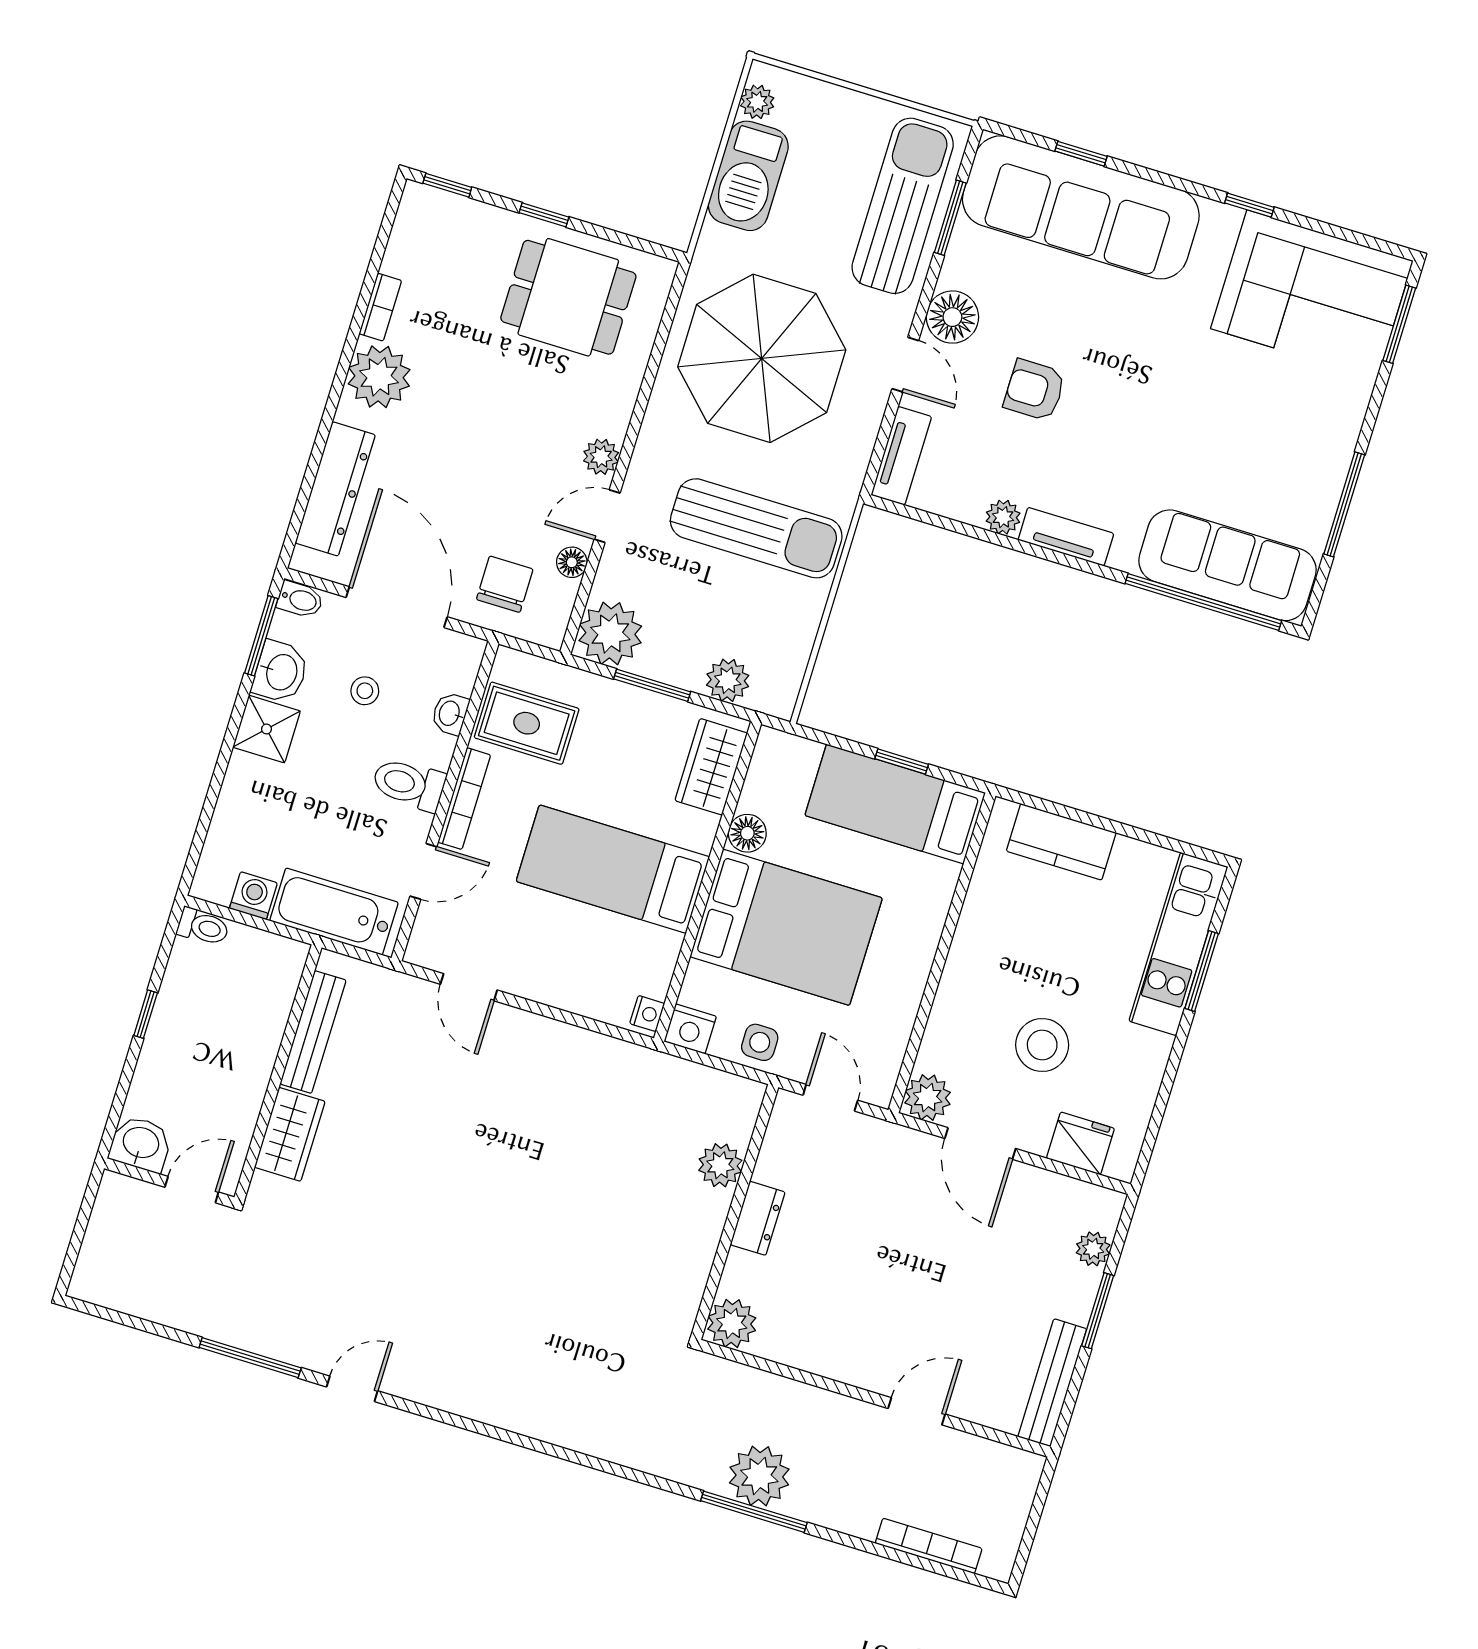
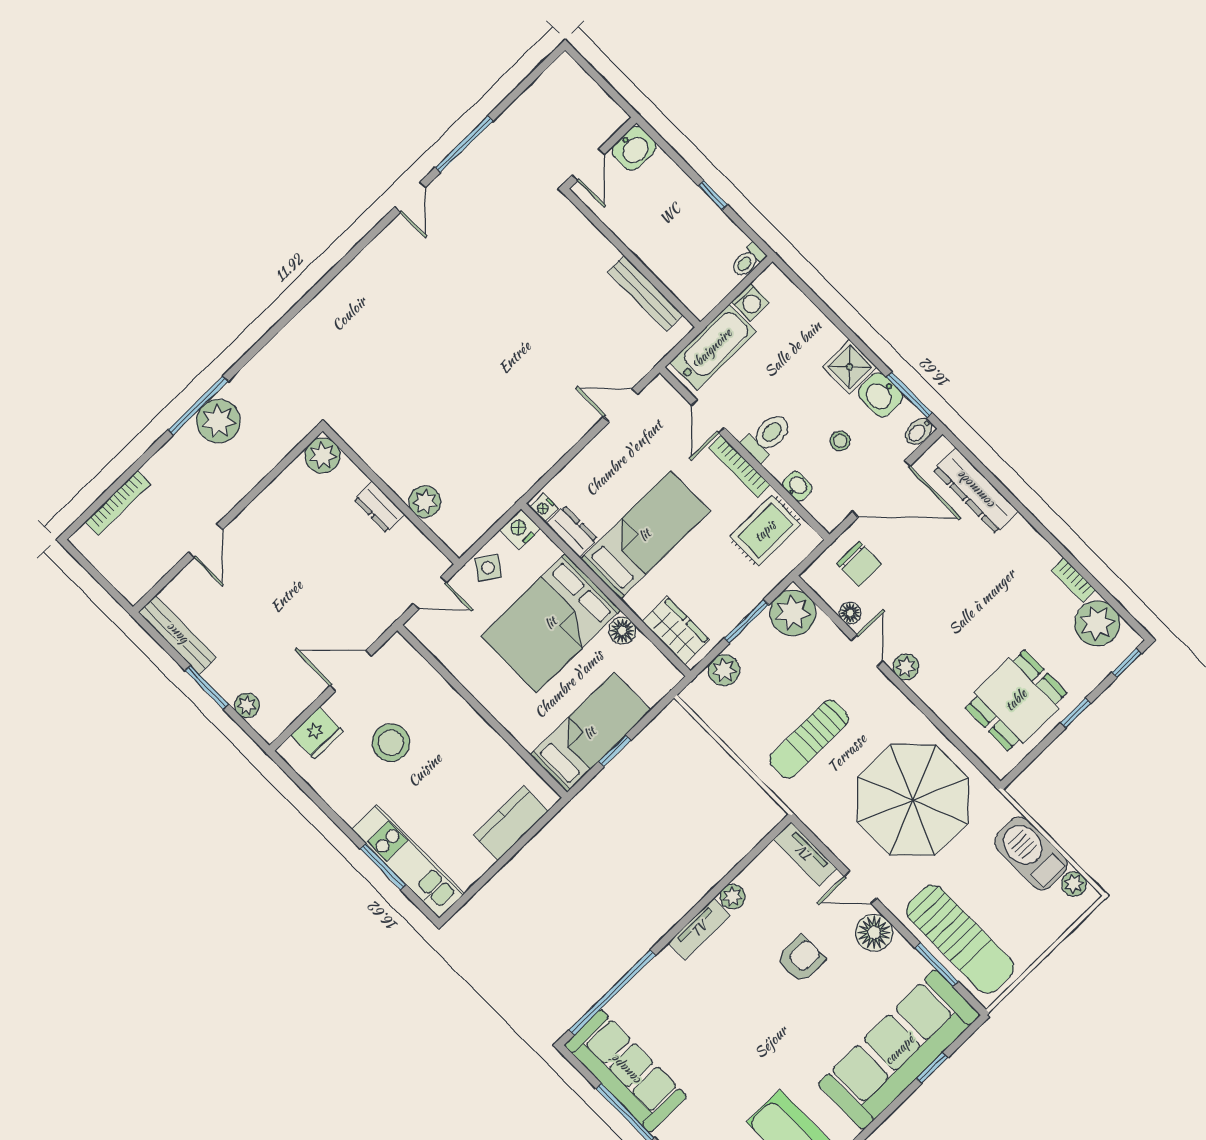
plant: (379, 377) -> (1097, 623), moved
sun lounger: (756, 528) -> (809, 739), width x0.73, depth x0.75
sofa: (1227, 565) -> (626, 1071), moved, turned -90
dresser: (658, 963) -> (572, 531), added
side table: (760, 1042) -> (488, 568), turned 34
plant: (928, 1098) -> (397, 654), removed
wardrobe: (290, 1134) -> (590, 244), removed

